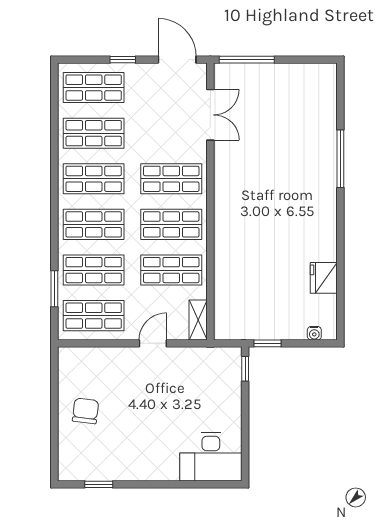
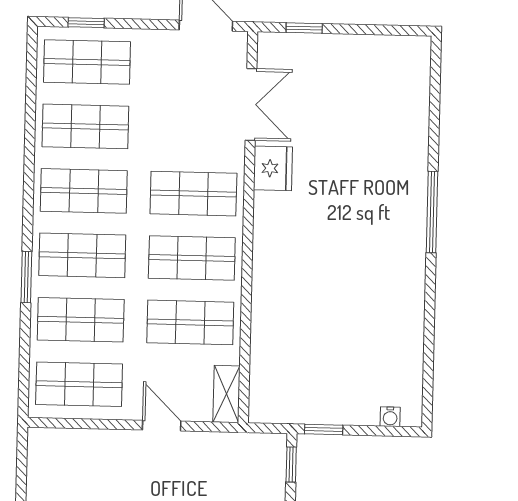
window: (123, 60) -> (86, 23), moved
window: (247, 60) -> (304, 28), width x0.46
window: (340, 159) -> (432, 212), moved
fridge: (324, 278) -> (273, 168), moved, turned 180
window: (54, 289) -> (26, 277), moved
door: (153, 343) -> (162, 426), hinge flipped

